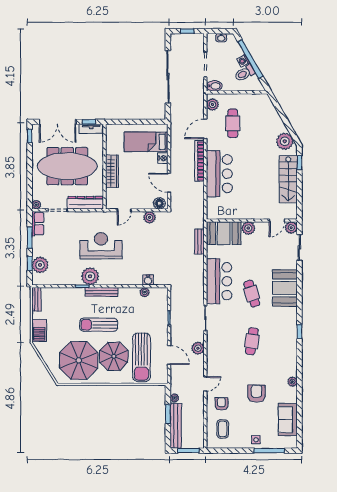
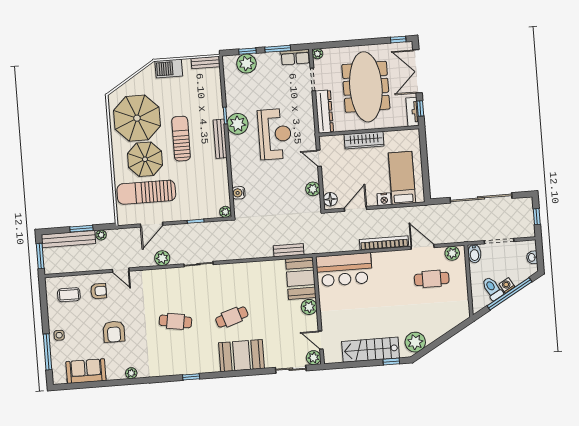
bar counter: (219, 174) -> (344, 270), moved
bar counter: (219, 281) -> (244, 277), removed
plant: (145, 292) -> (225, 212), moved
armchair: (256, 394) -> (114, 332), turned 90

